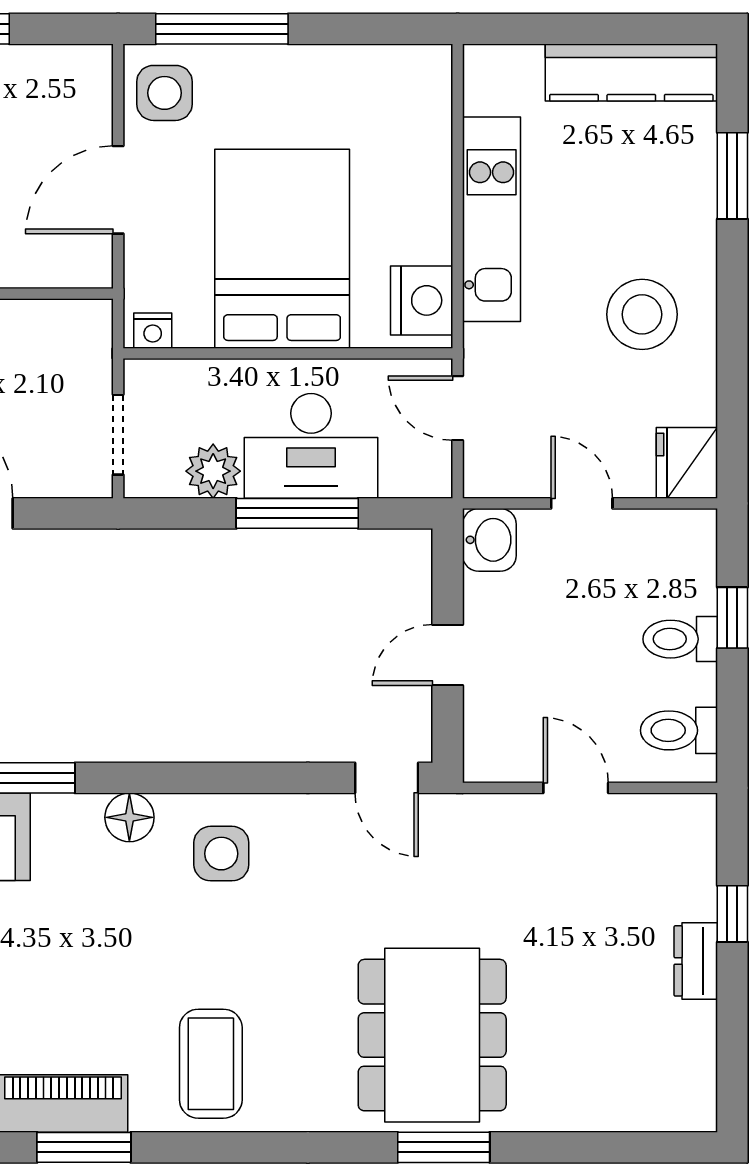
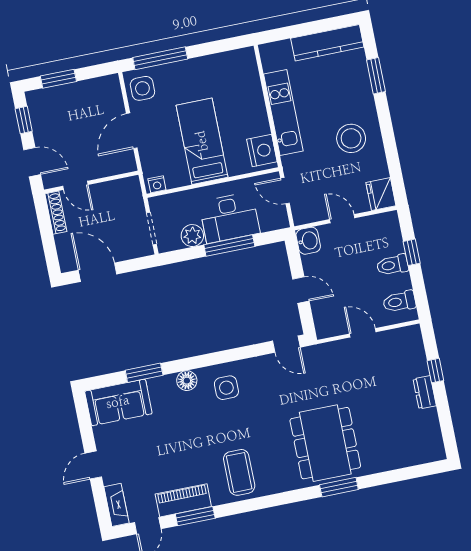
bed: (282, 249) -> (202, 141), width x0.67
door: (448, 655) -> (301, 290), swing flipped

